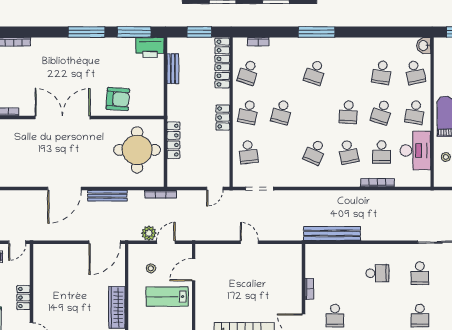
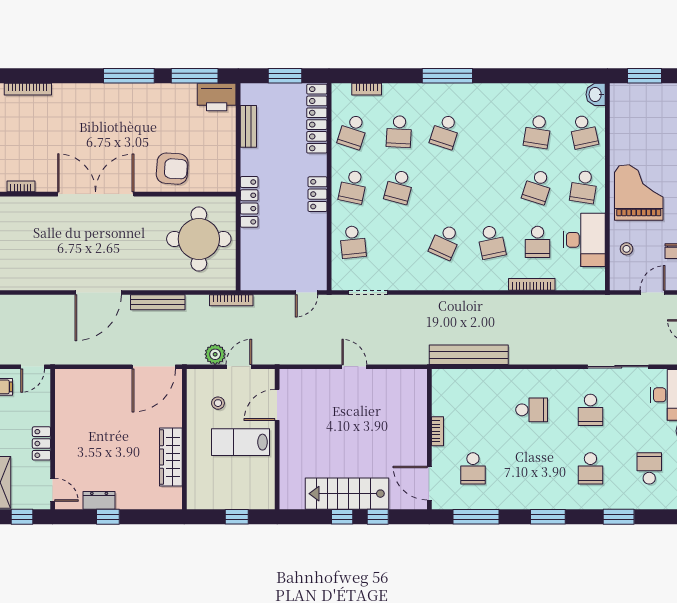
school desk: (348, 112) -> (399, 132), moved
locker: (173, 140) -> (249, 202), moved

